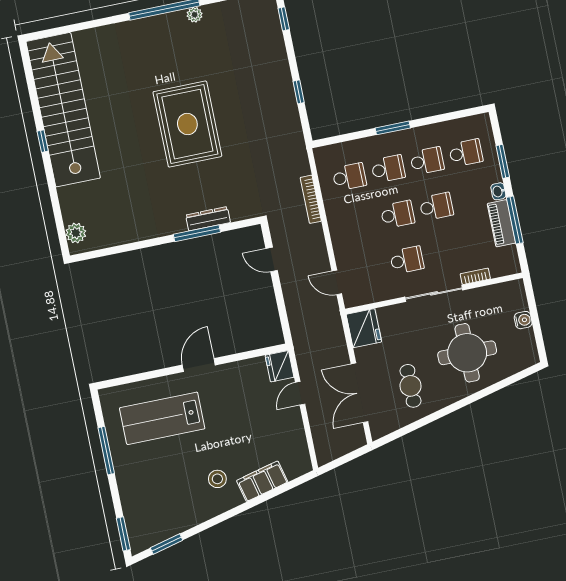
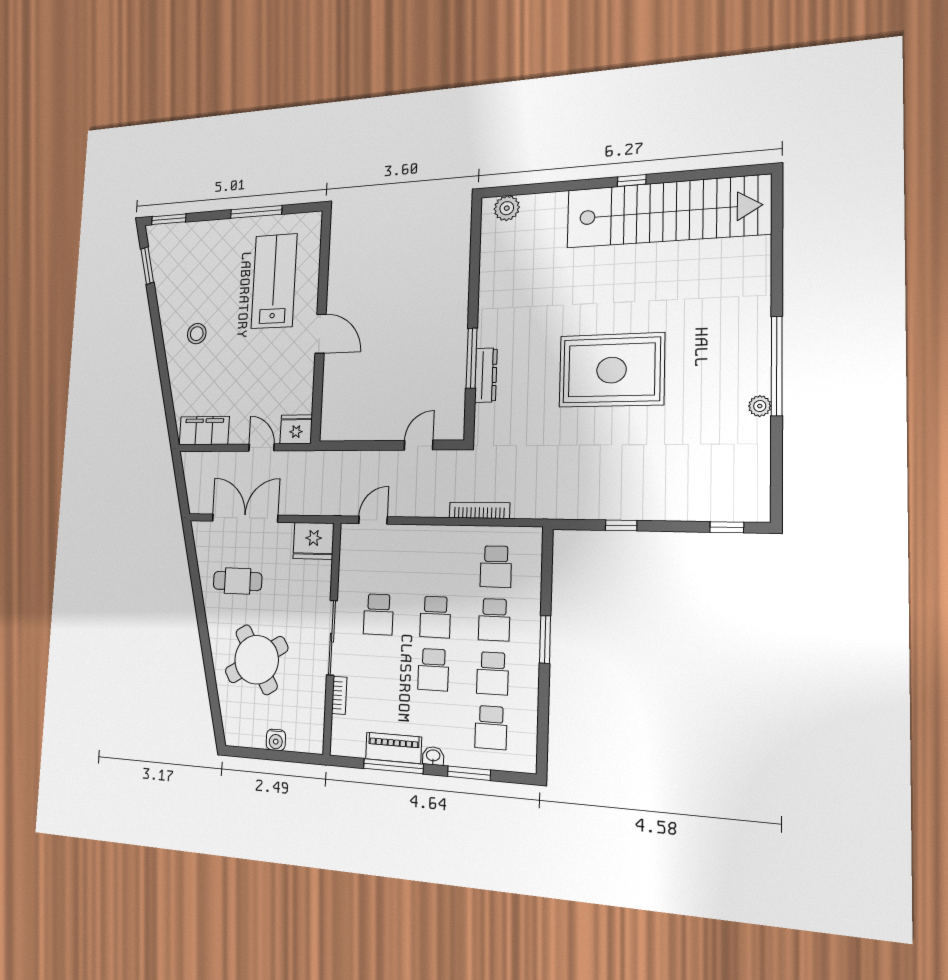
round table: (467, 353) -> (257, 660), turned -31
filing cabinet: (262, 481) -> (204, 431), moved, turned -76

